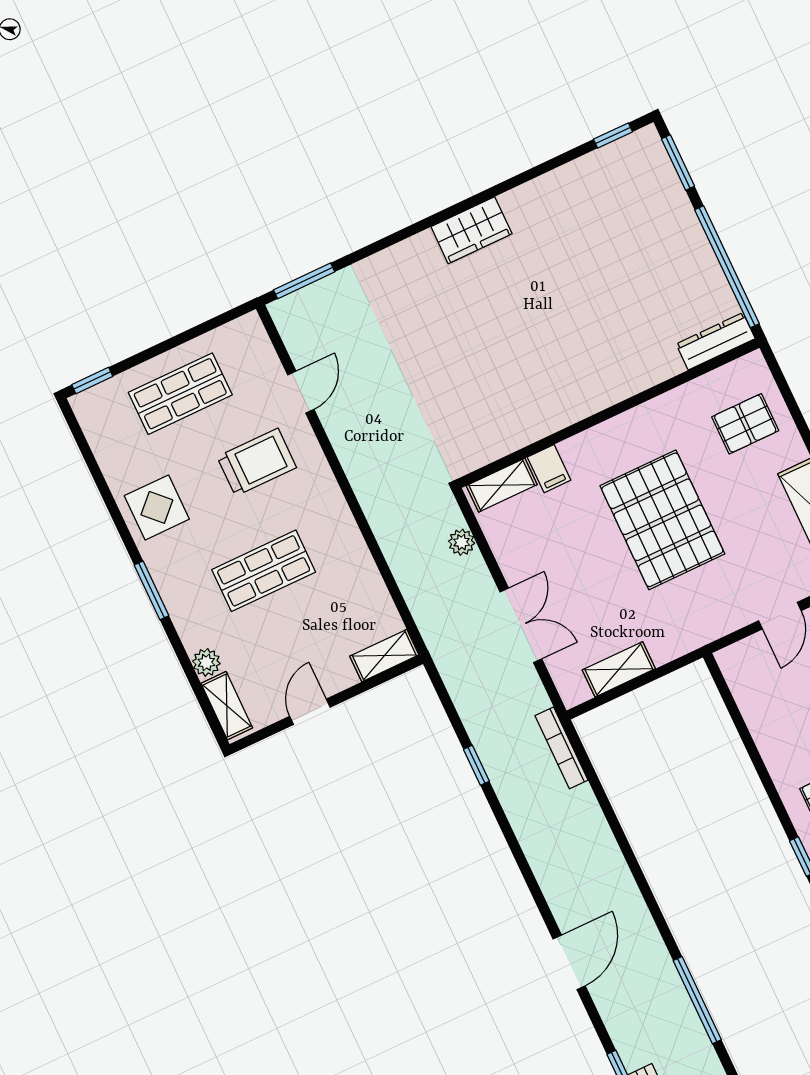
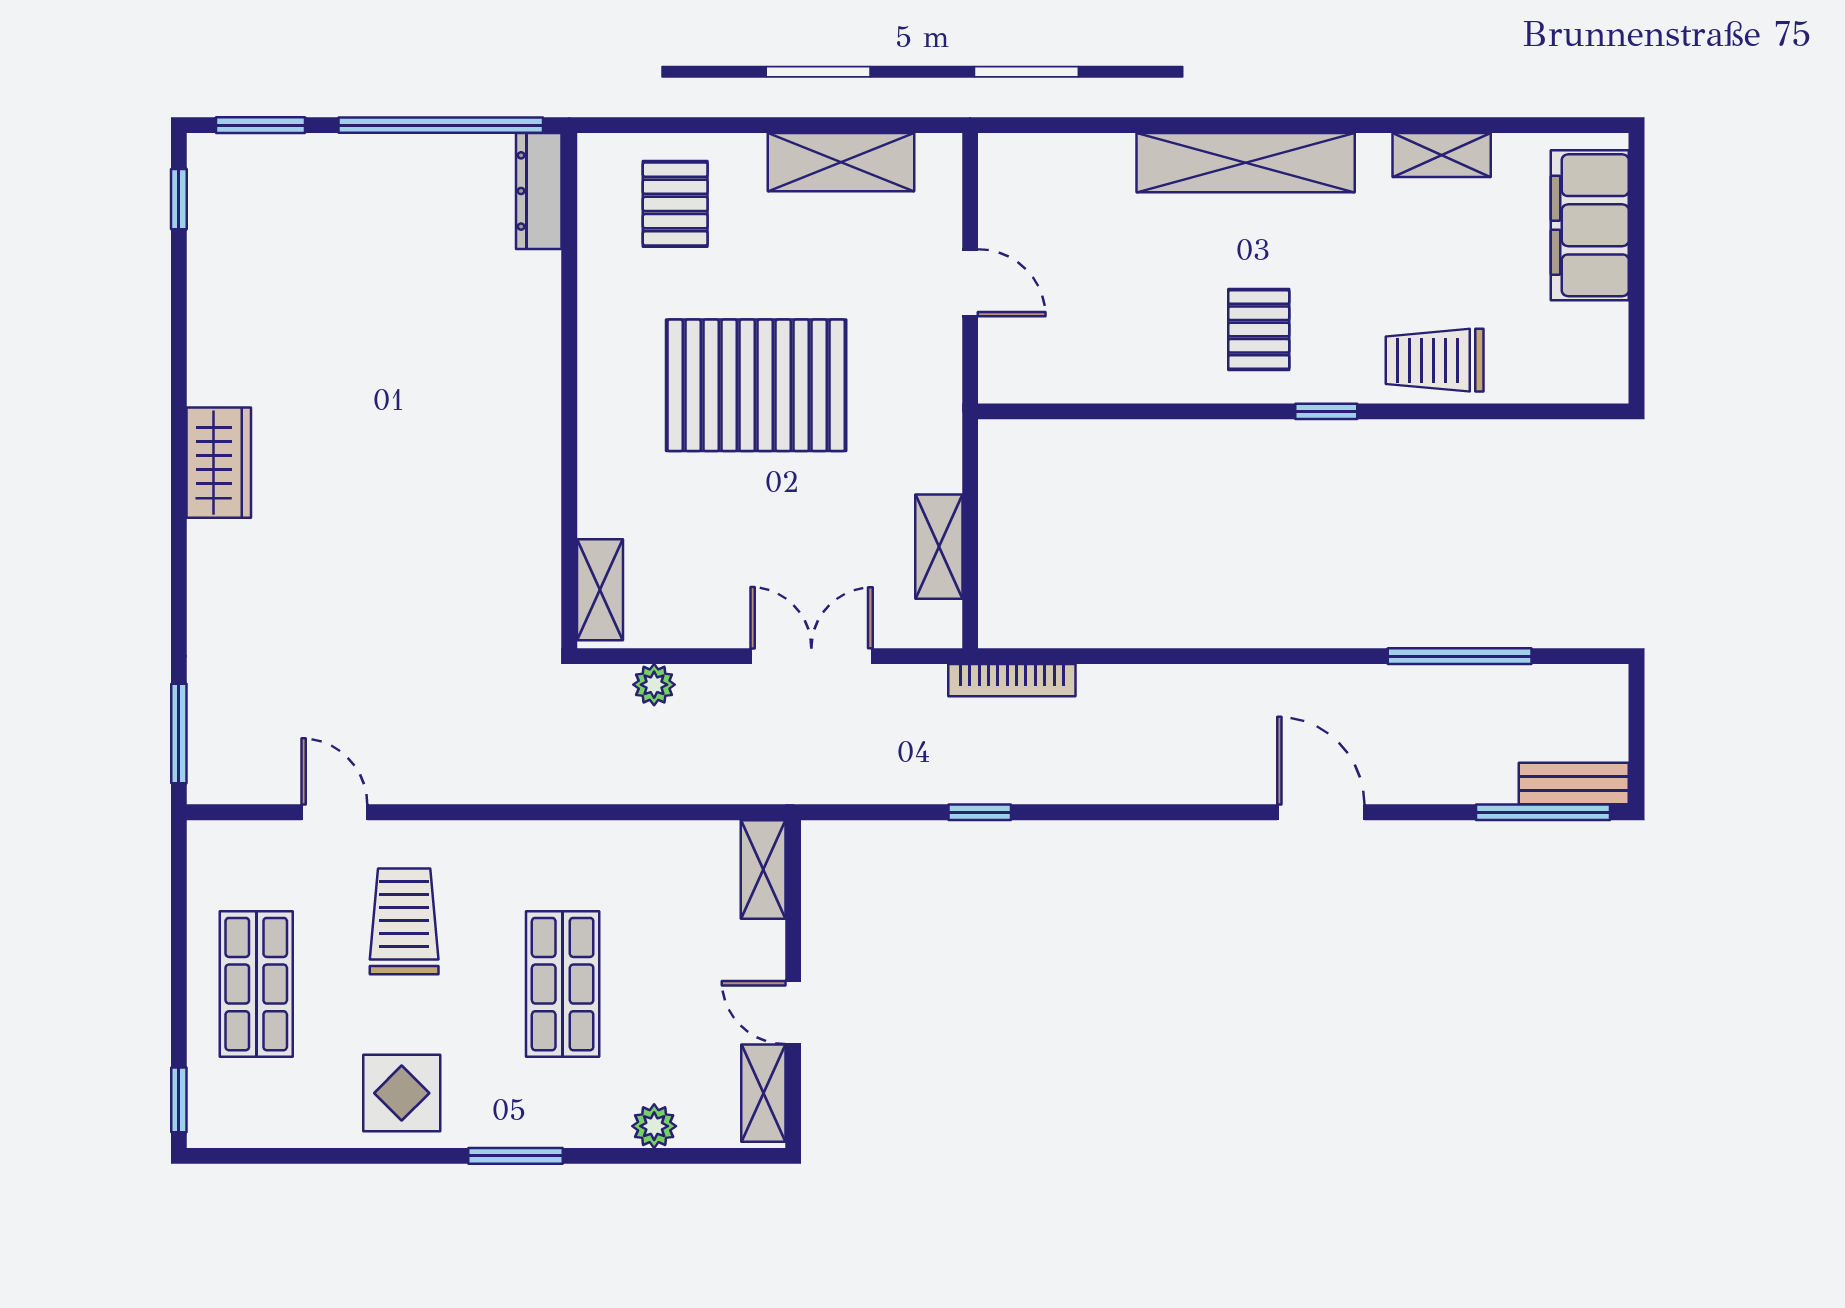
filing cabinet: (549, 469) -> (608, 512), removed
shelving: (227, 706) -> (763, 1093), moved, turned 90

